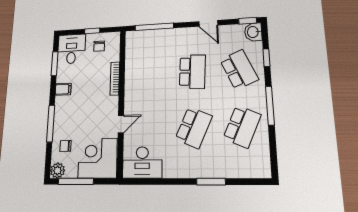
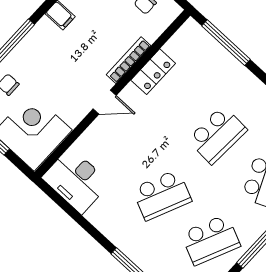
locker: (132, 72) -> (153, 72), added
door: (121, 124) -> (105, 102), moved

